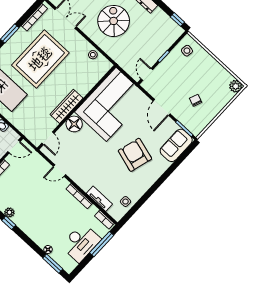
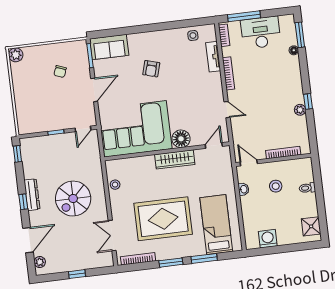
side table: (187, 51) -> (32, 120), removed
armchair: (135, 155) -> (151, 69), width x0.53, depth x0.53

